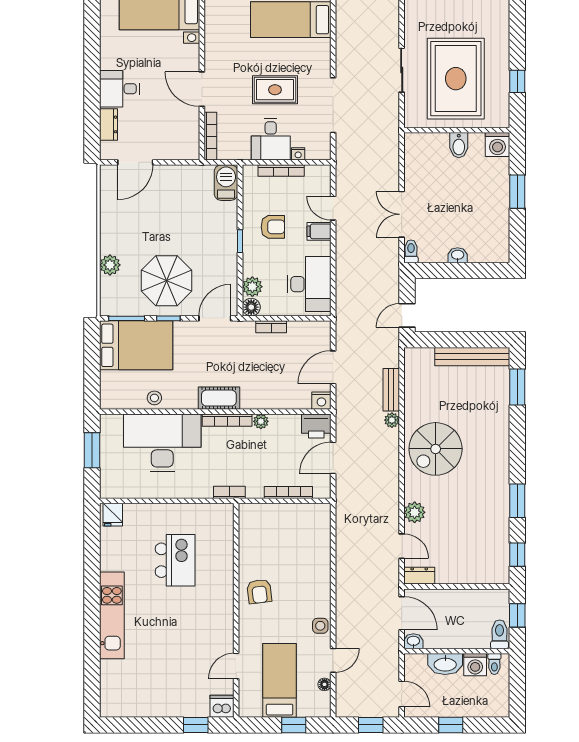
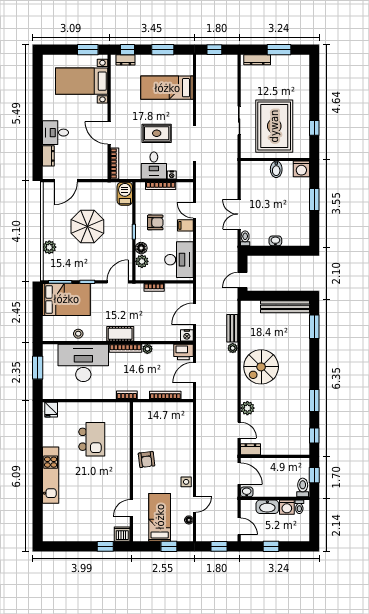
parasol: (167, 281) -> (87, 227), moved
floor lamp: (251, 307) -> (141, 248), moved

